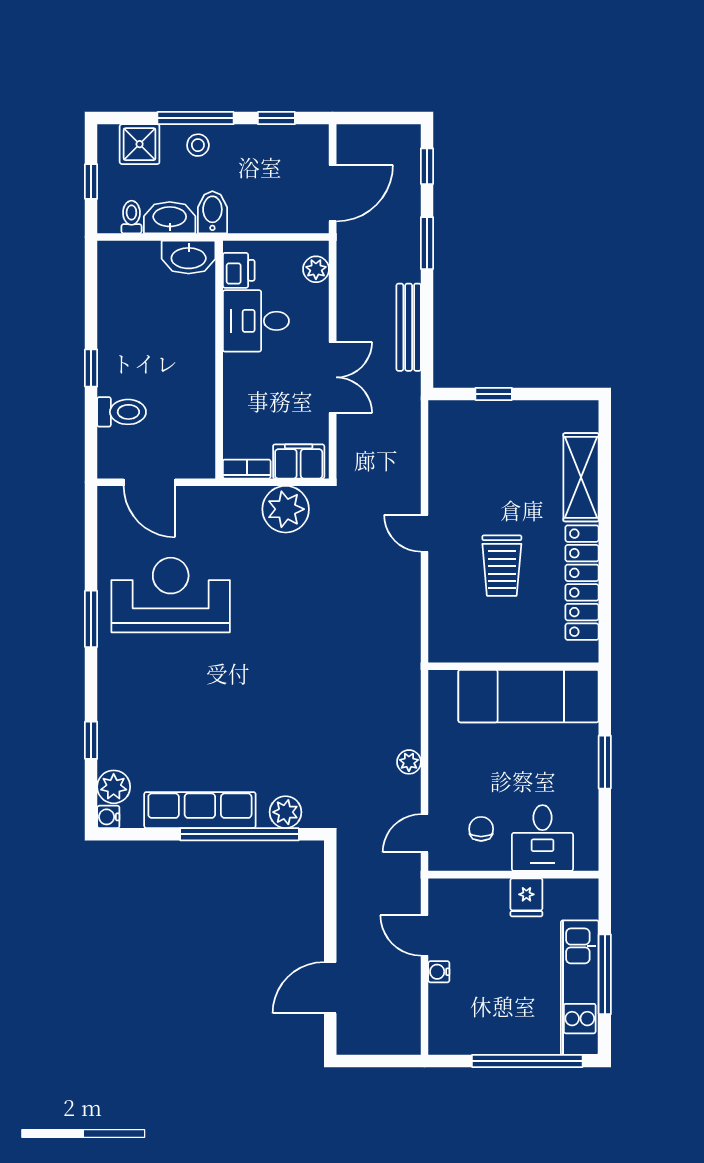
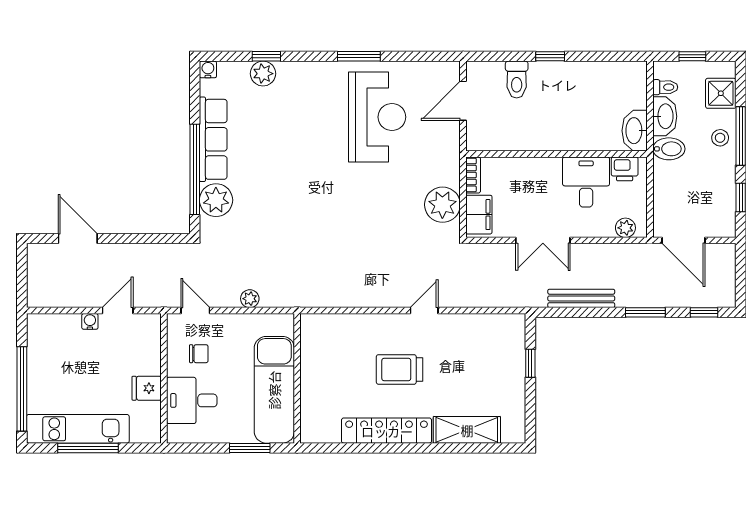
wall: (513, 666) -> (297, 378), moved
exam couch: (528, 696) -> (274, 390), moved
plant: (114, 787) -> (263, 74), moved
plant: (286, 812) -> (216, 200), width x1.36, depth x1.36

